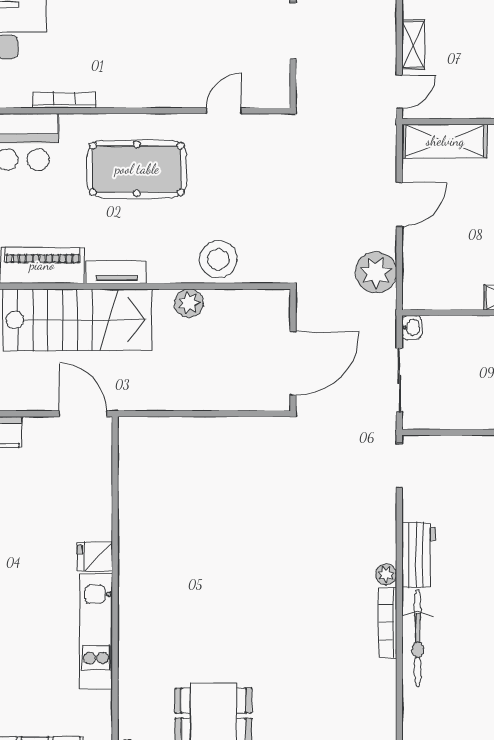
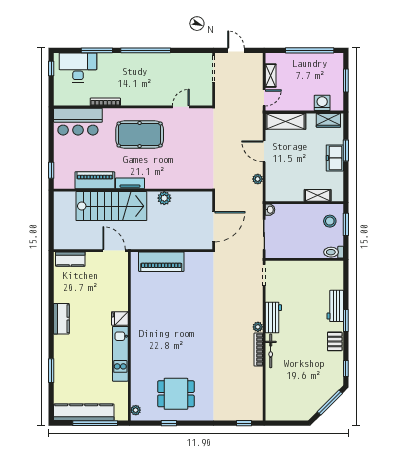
door: (399, 205) -> (264, 151), swing flipped
stool: (218, 259) -> (178, 177), removed
plant: (376, 272) -> (258, 179), width x0.53, depth x0.53
piano: (183, 437) -> (161, 262), added
bicycle: (418, 638) -> (271, 351), width x0.73, depth x0.71

